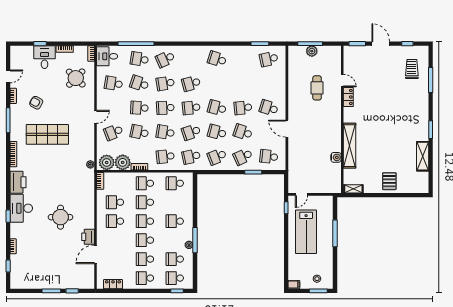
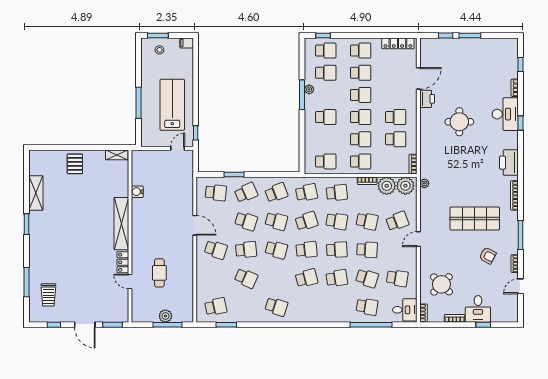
school desk: (165, 59) -> (246, 278), moved, turned 48
shelving: (350, 146) -> (121, 224), moved
desk: (21, 208) -> (505, 114), moved
locker: (113, 284) -> (398, 43), width x1.53

